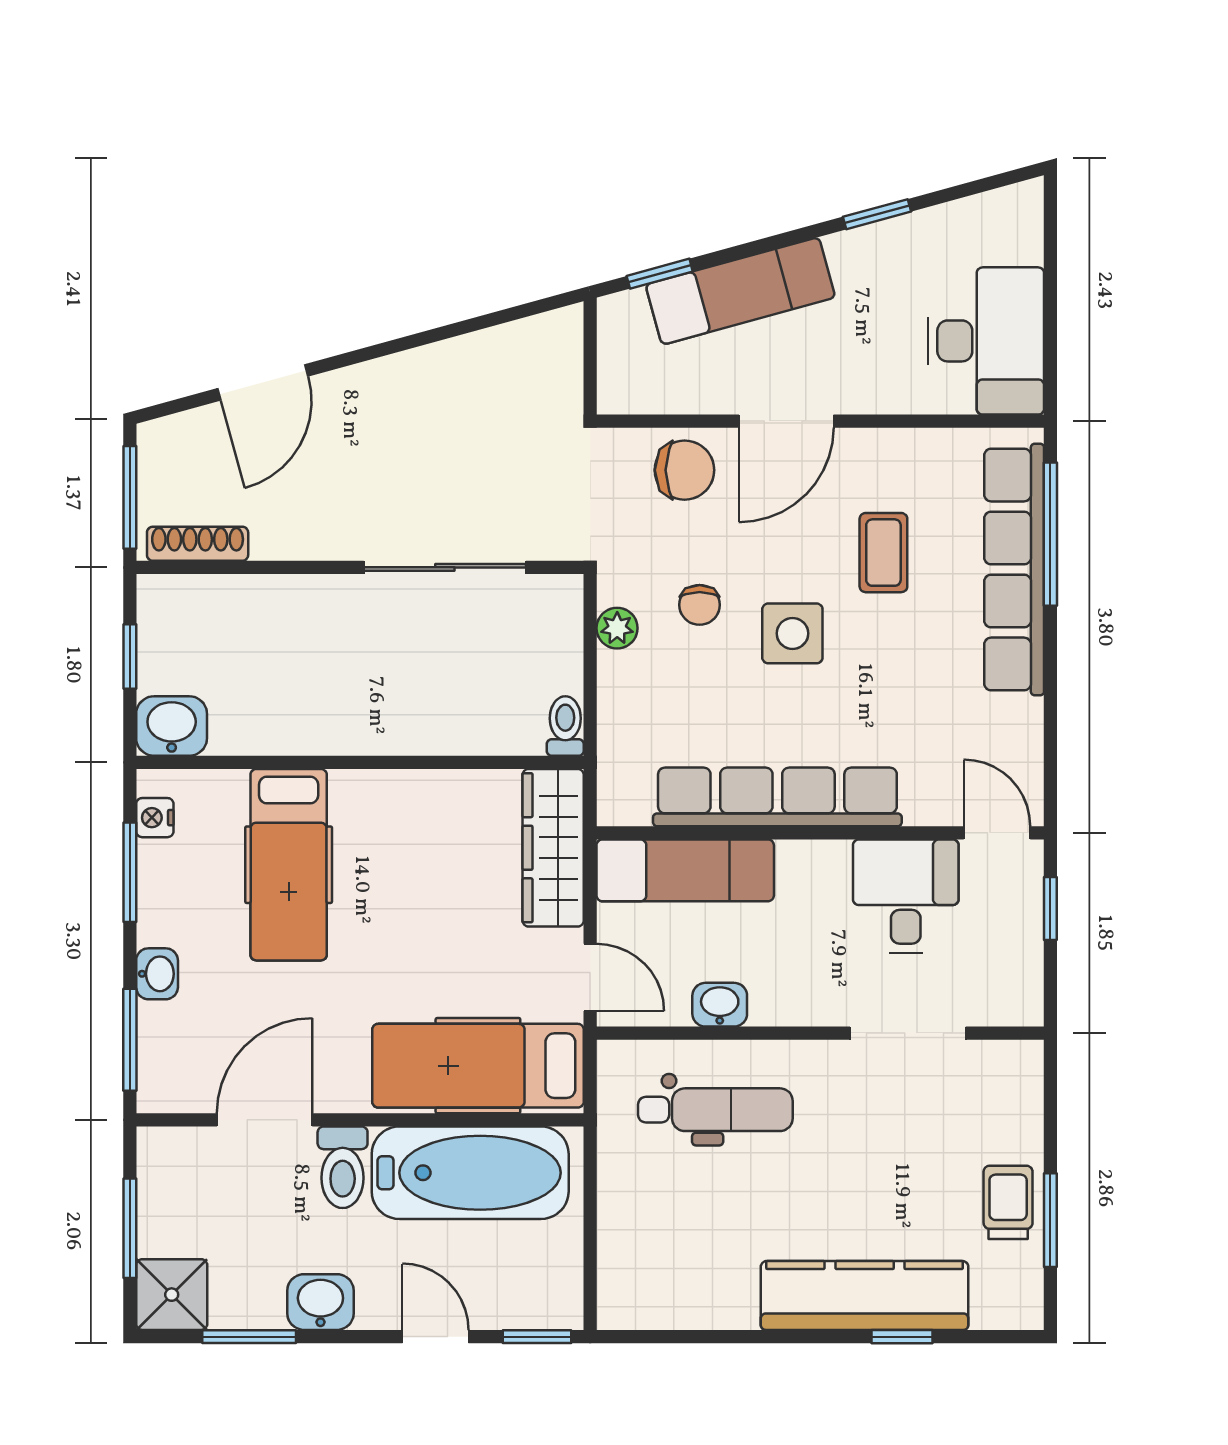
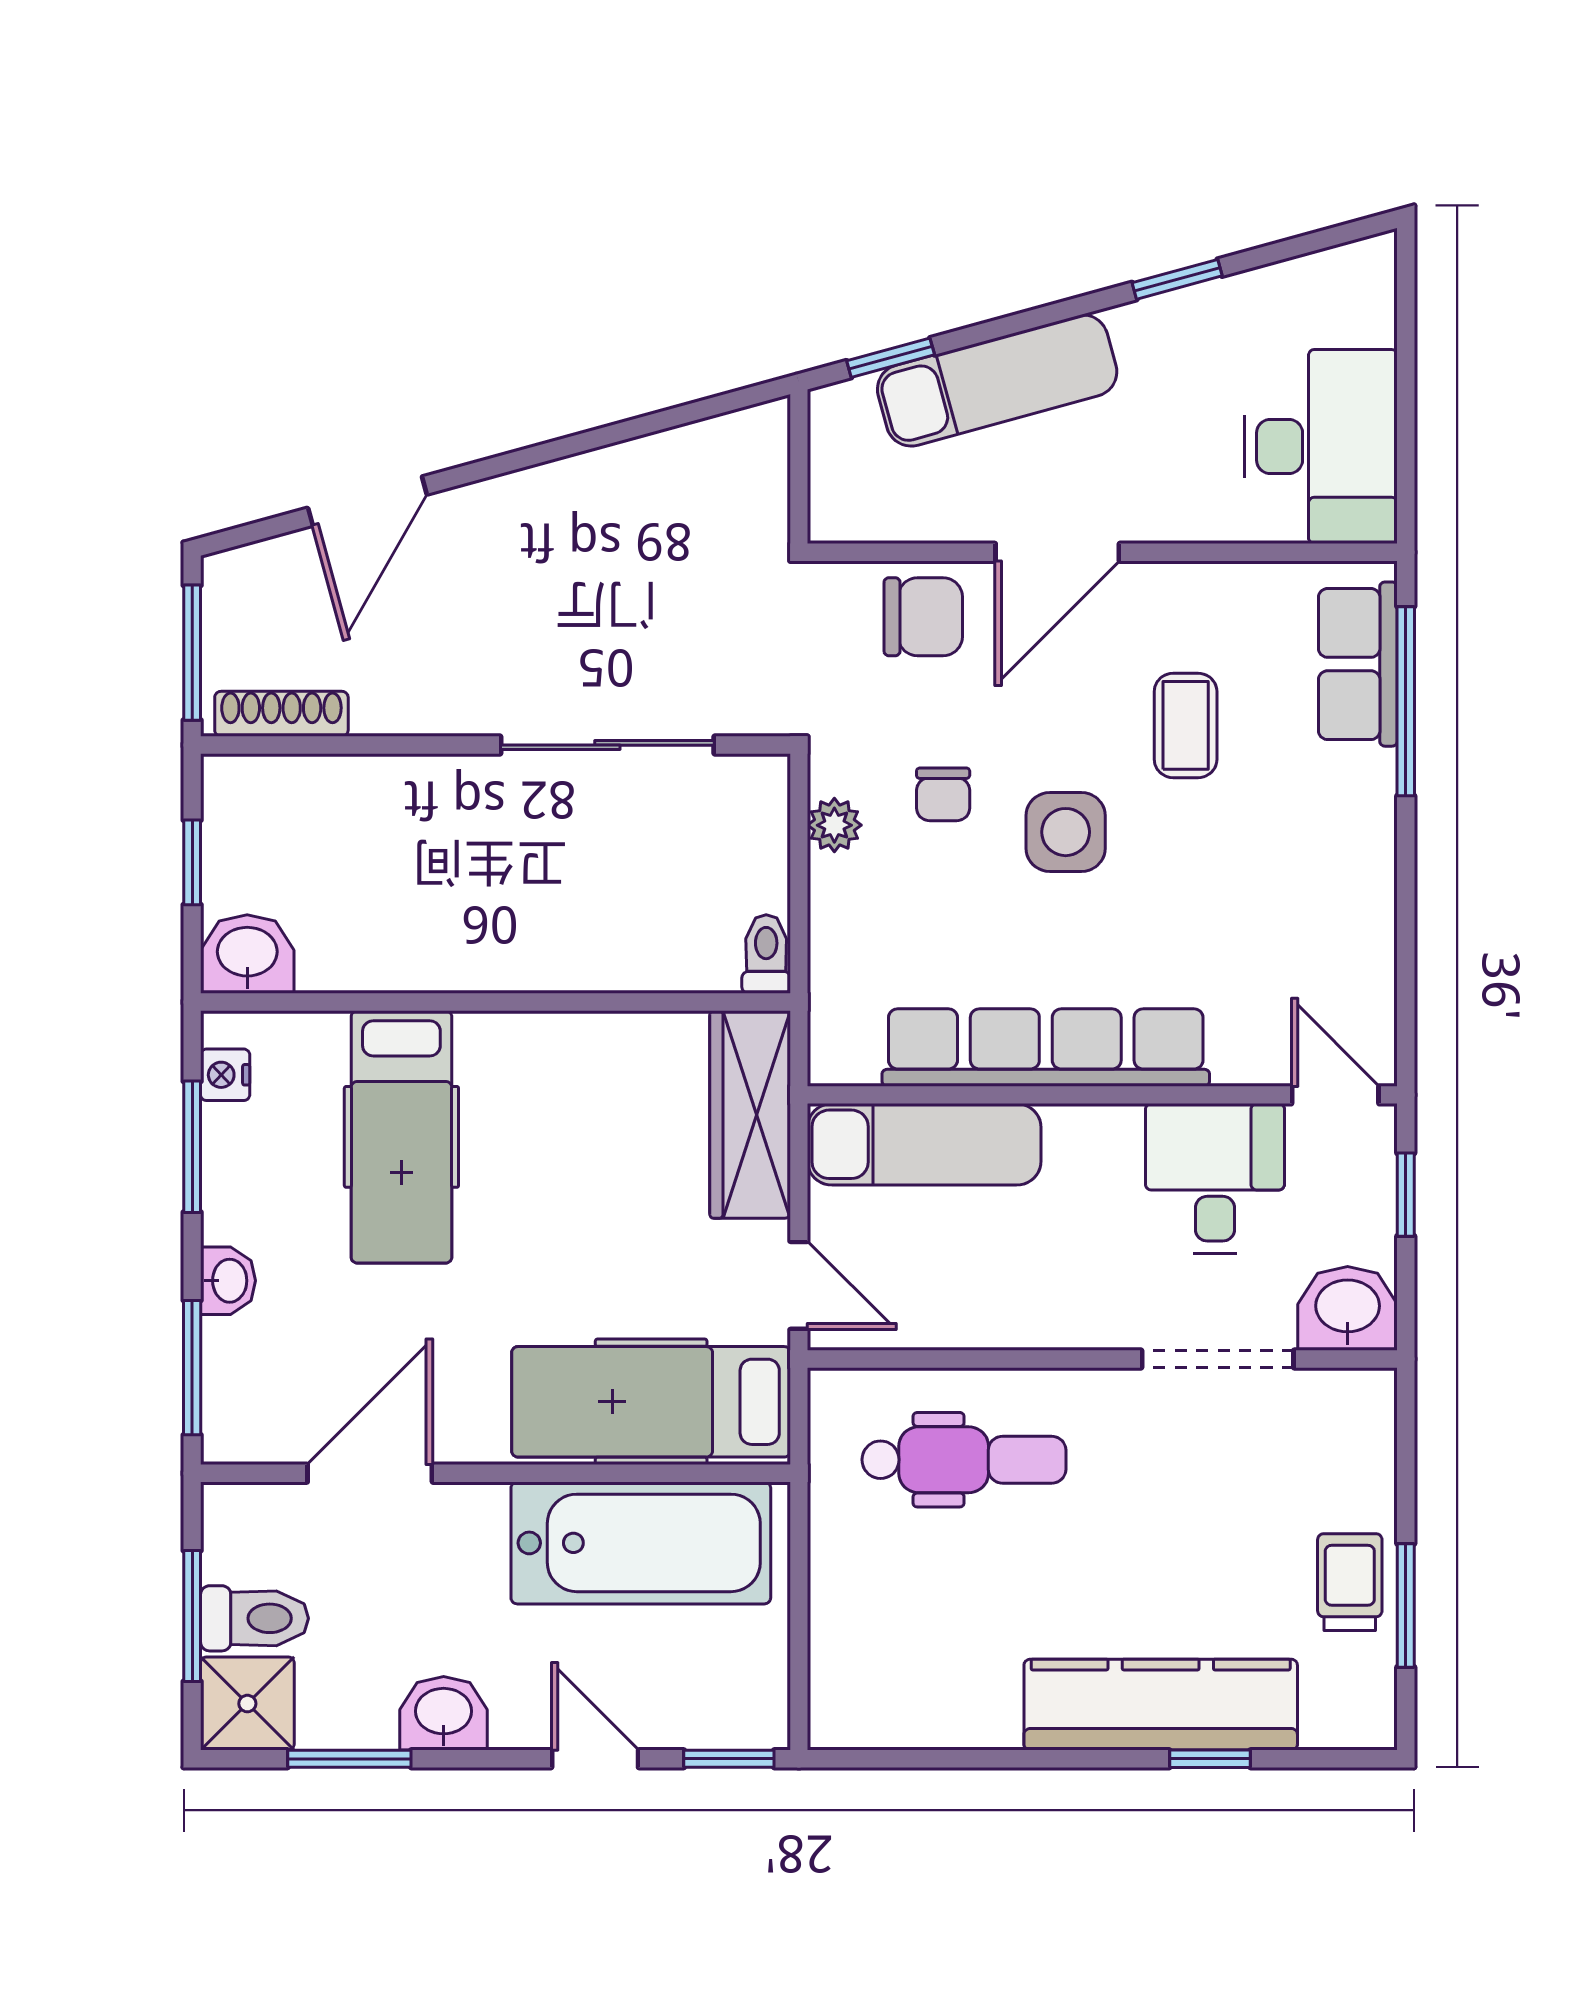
row of seats: (1014, 569) -> (1358, 664), width x0.50
washbasin: (720, 1005) -> (1348, 1308), moved, width x1.38, depth x1.45
toilet: (343, 1167) -> (255, 1618), moved, turned -90

